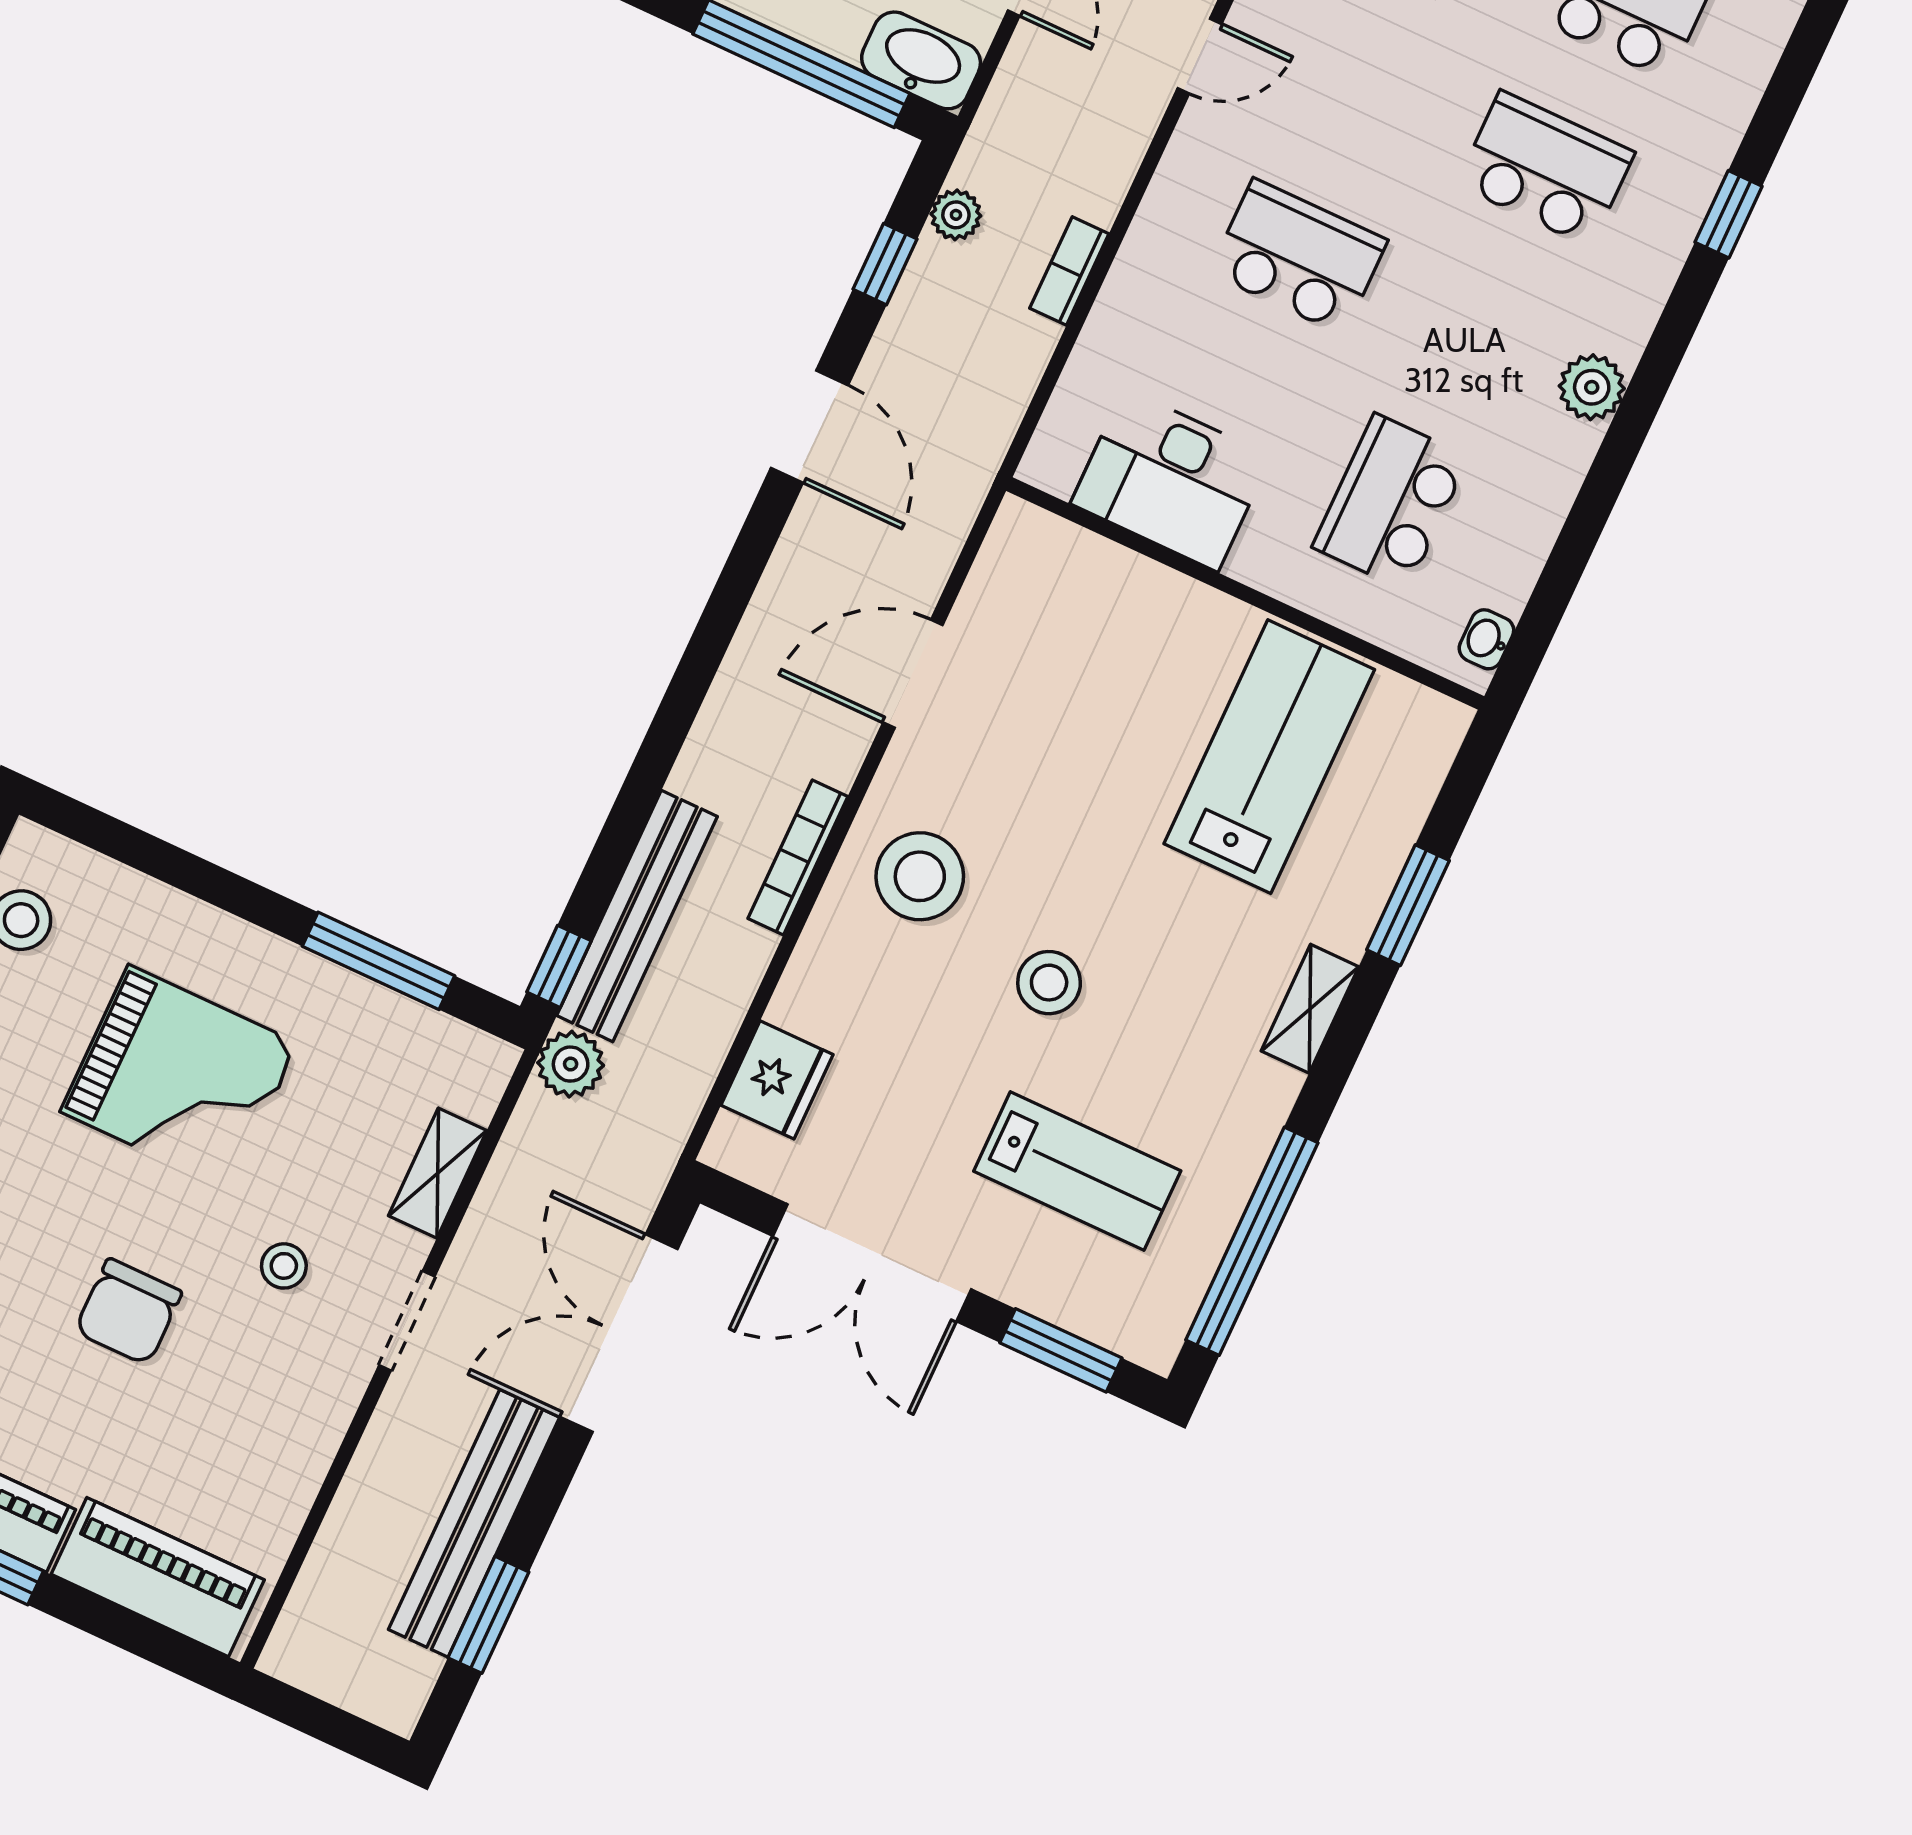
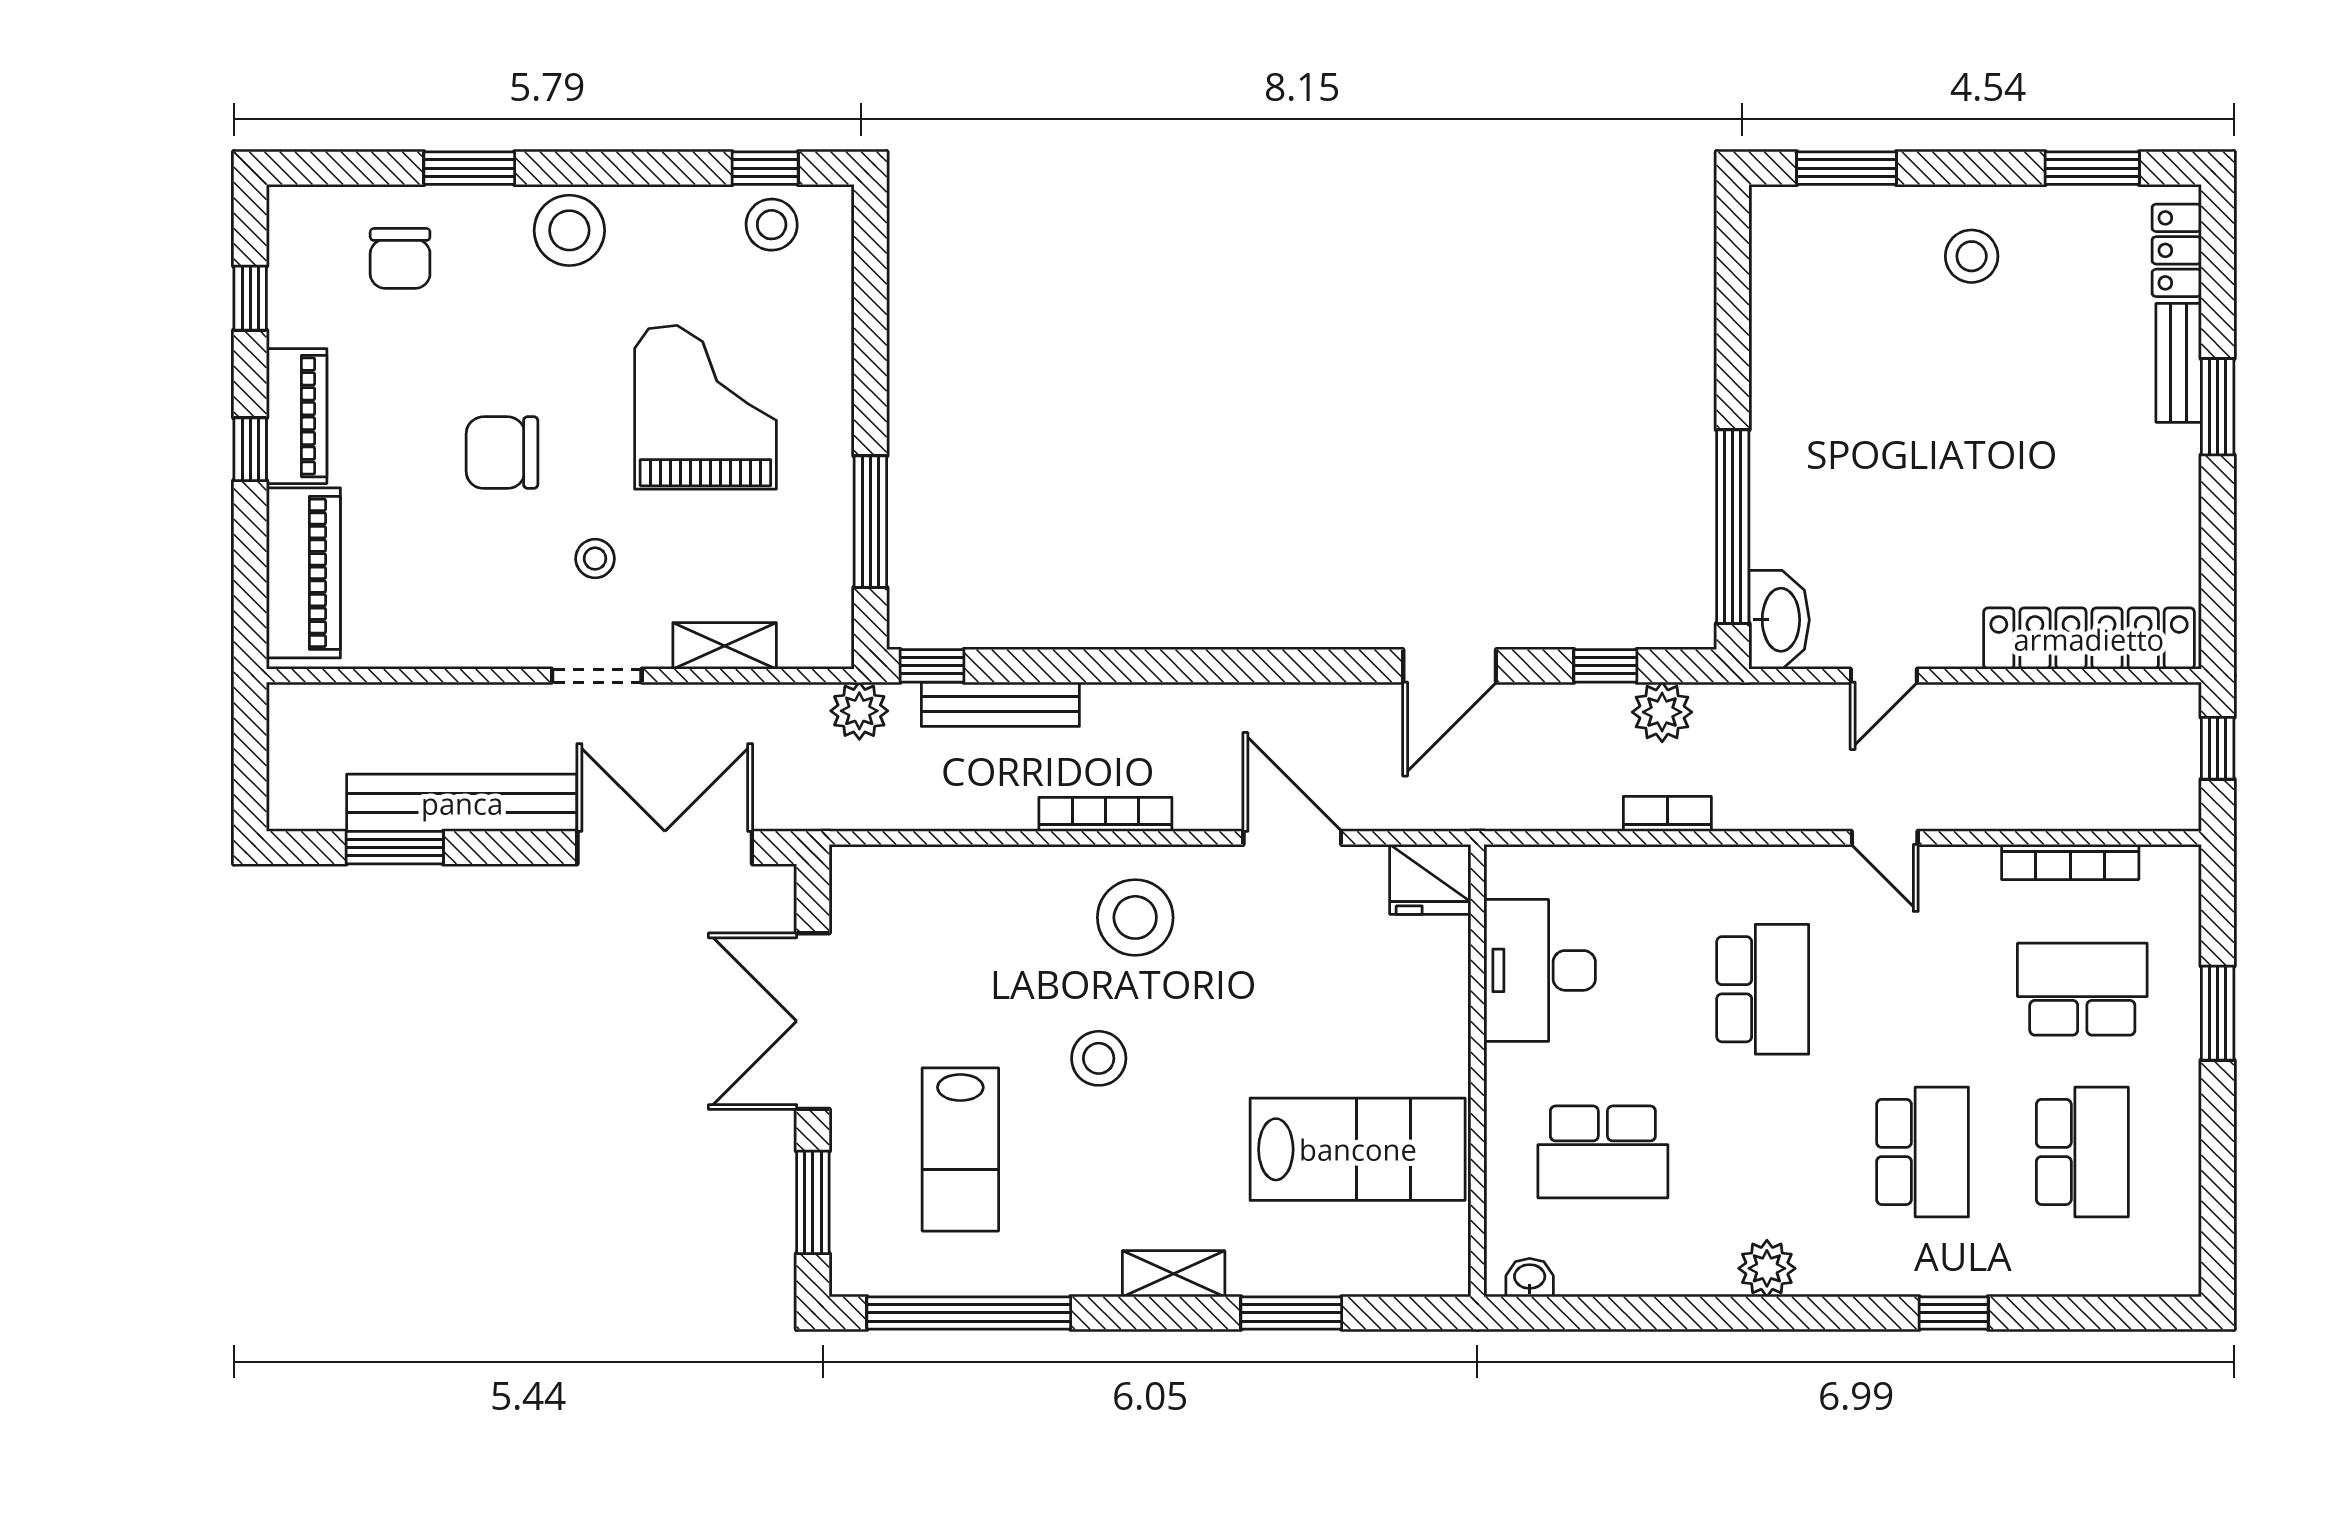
plant: (956, 215) -> (1662, 712), width x1.38, depth x1.38
school desk: (1391, 502) -> (1603, 1152), turned 180
bench: (637, 916) -> (1000, 704), width x0.73, depth x0.82
grand piano: (179, 1077) -> (705, 407), turned 180
fridge: (777, 1080) -> (1430, 879), moved

